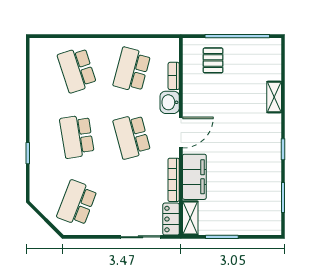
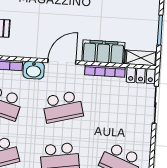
door: (181, 132) -> (62, 62), hinge flipped

